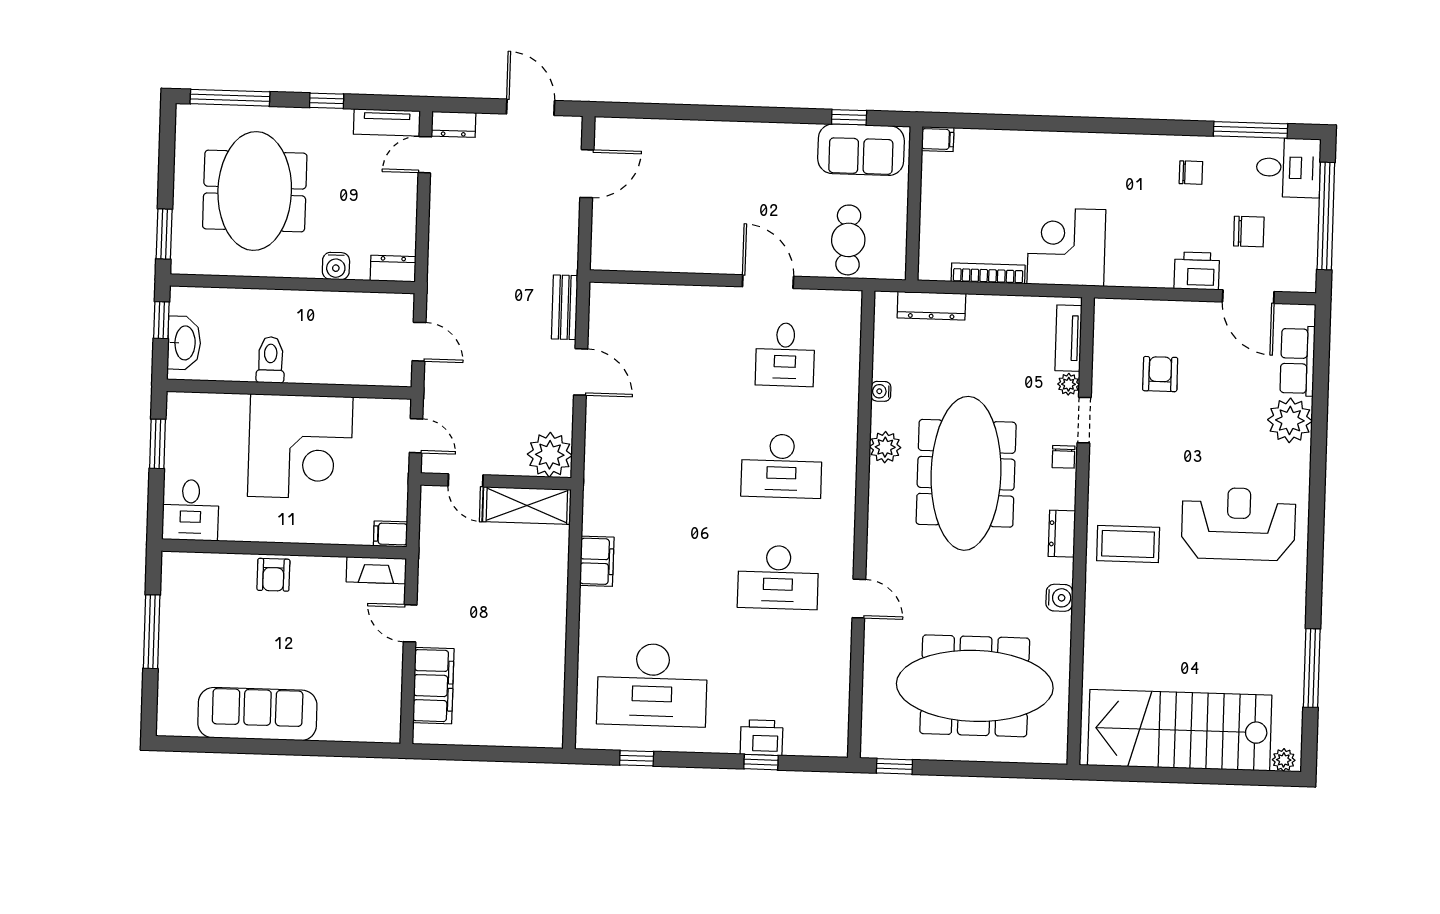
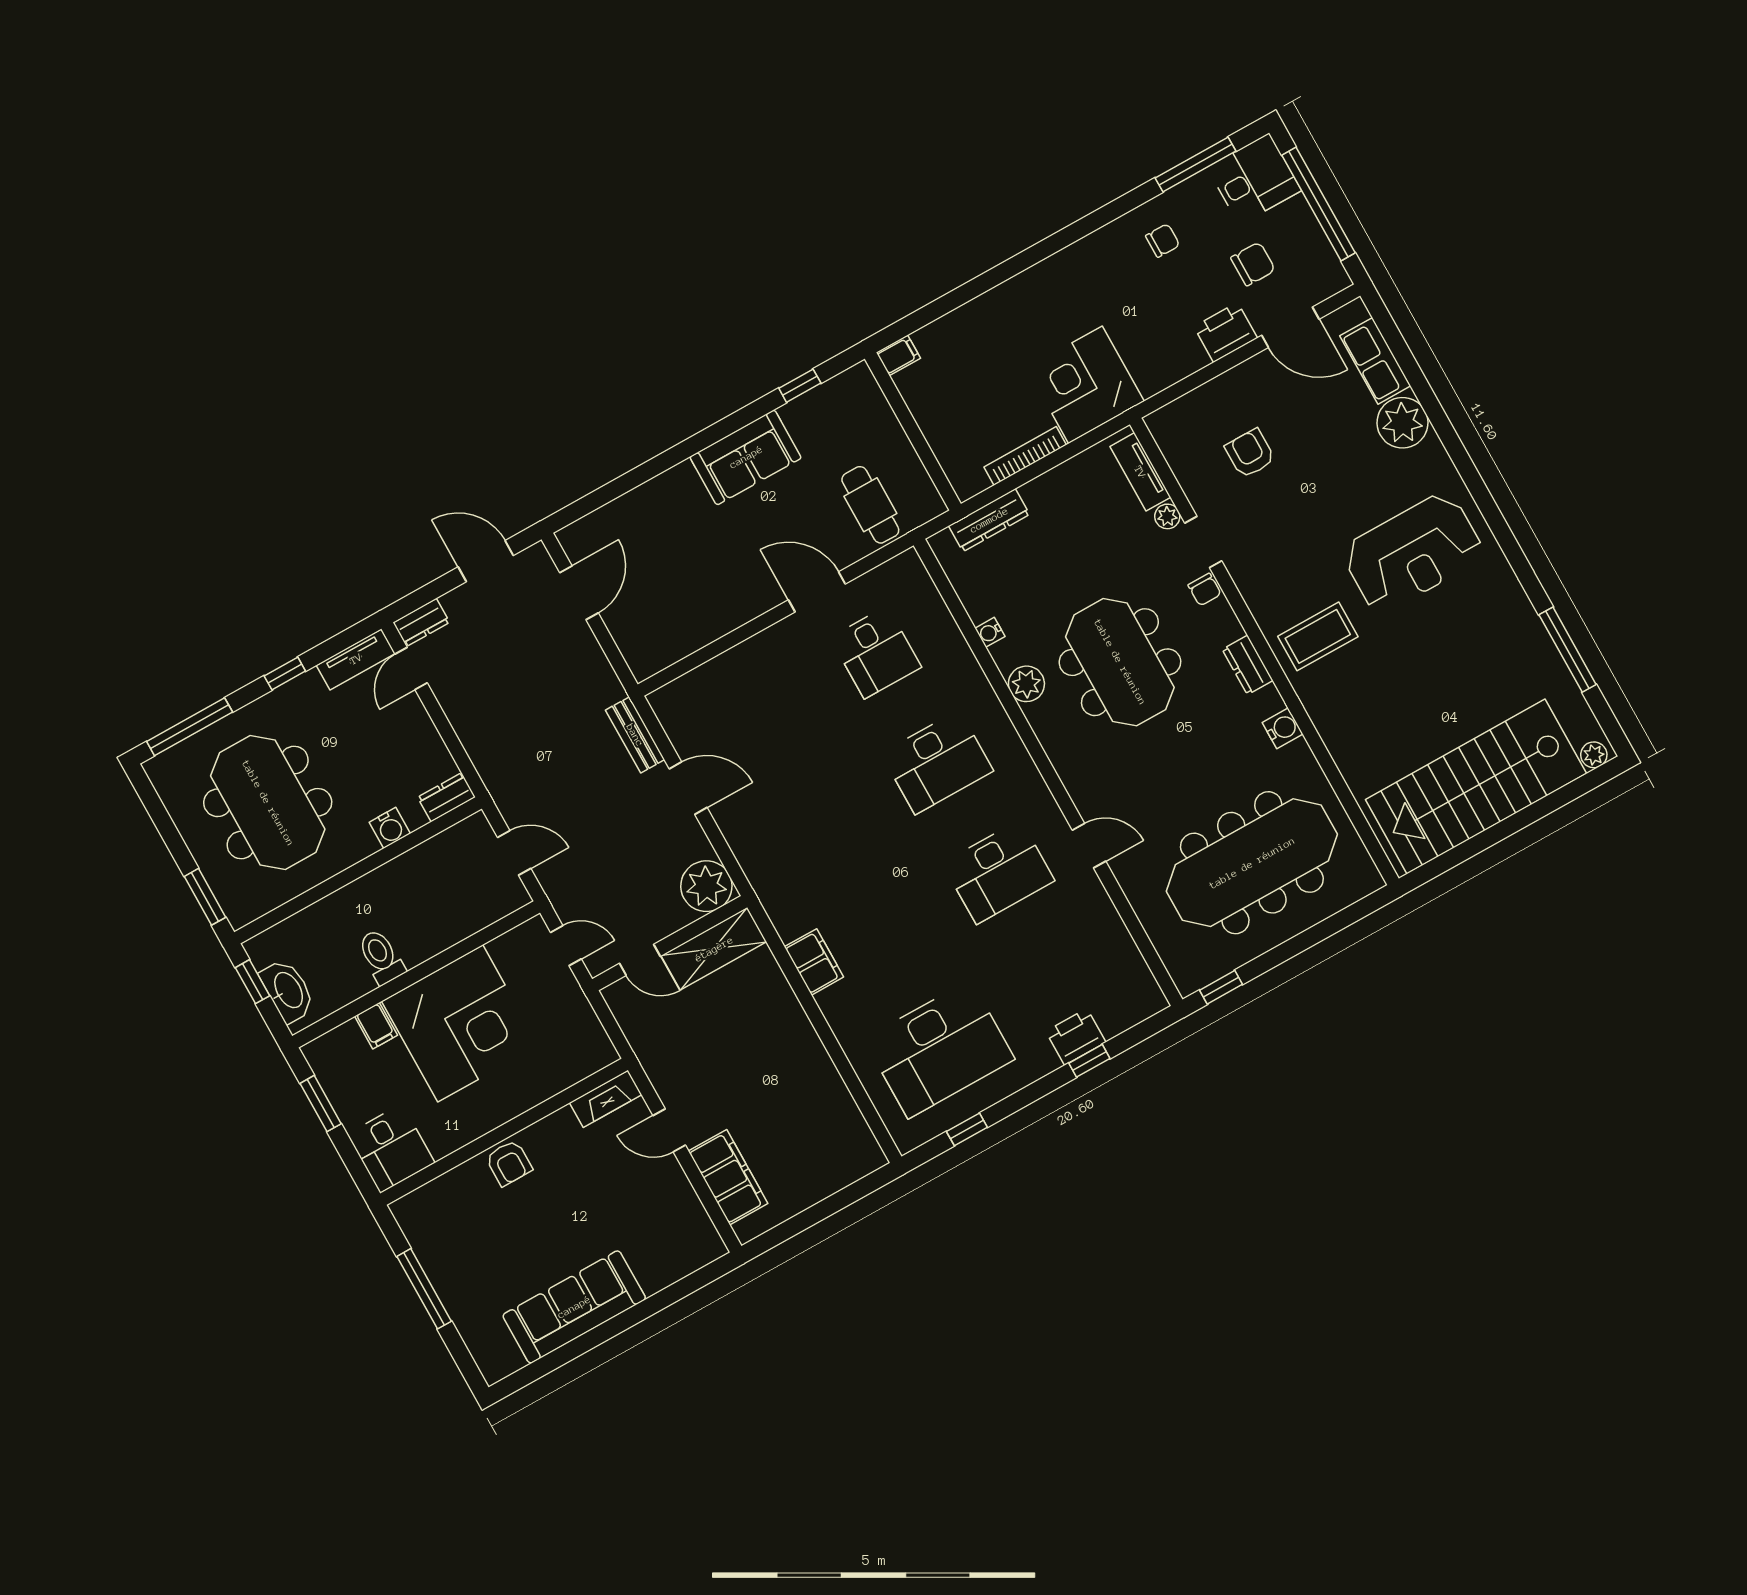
sofa: (861, 150) -> (746, 457), moved
meeting table: (966, 473) -> (1120, 662), width x0.73
reception desk: (1238, 524) -> (1413, 553), turned 180
filing cabinet: (390, 534) -> (376, 1026), moved, turned -90

